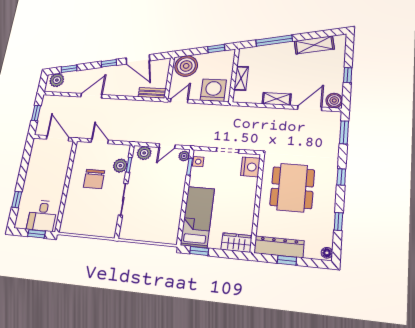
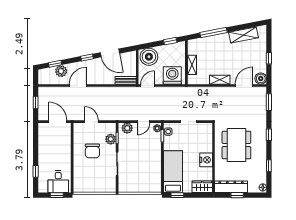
plant: (57, 80) -> (61, 71), moved
nightstand: (250, 167) -> (206, 160), moved

